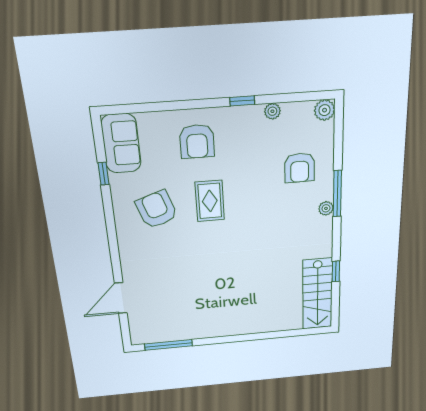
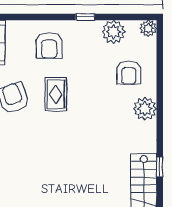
plant: (272, 111) -> (113, 32), width x1.88, depth x1.88
window: (337, 194) -> (160, 97), removed
plant: (326, 208) -> (145, 109), width x1.87, depth x1.87

